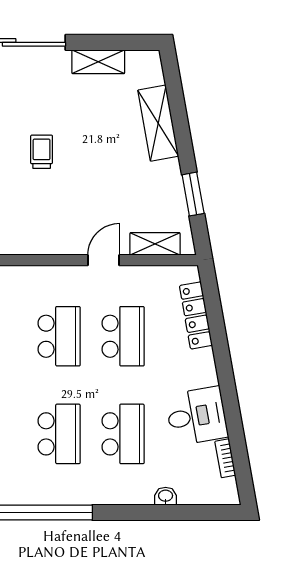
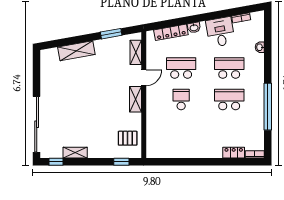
shelving: (98, 62) -> (135, 99), moved
trolley: (42, 152) -> (90, 108), removed
door: (103, 260) -> (144, 78), swing flipped
school desk: (59, 336) -> (181, 100), width x0.54
washbasin: (206, 362) -> (194, 28), added

